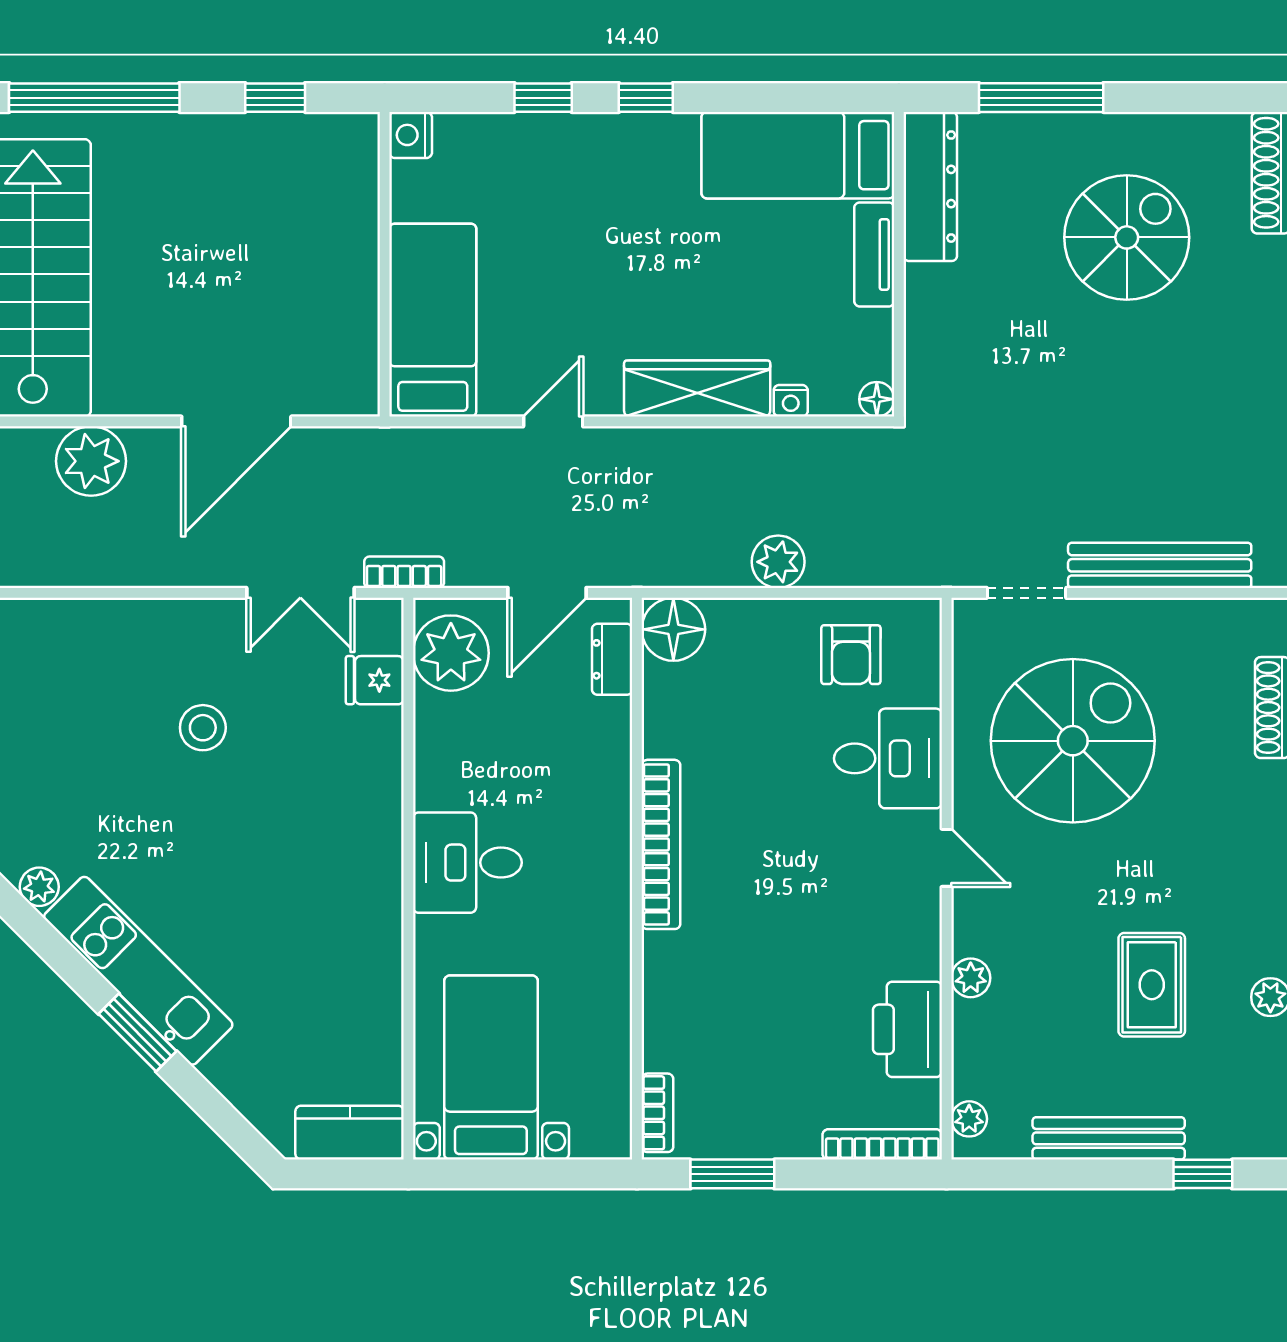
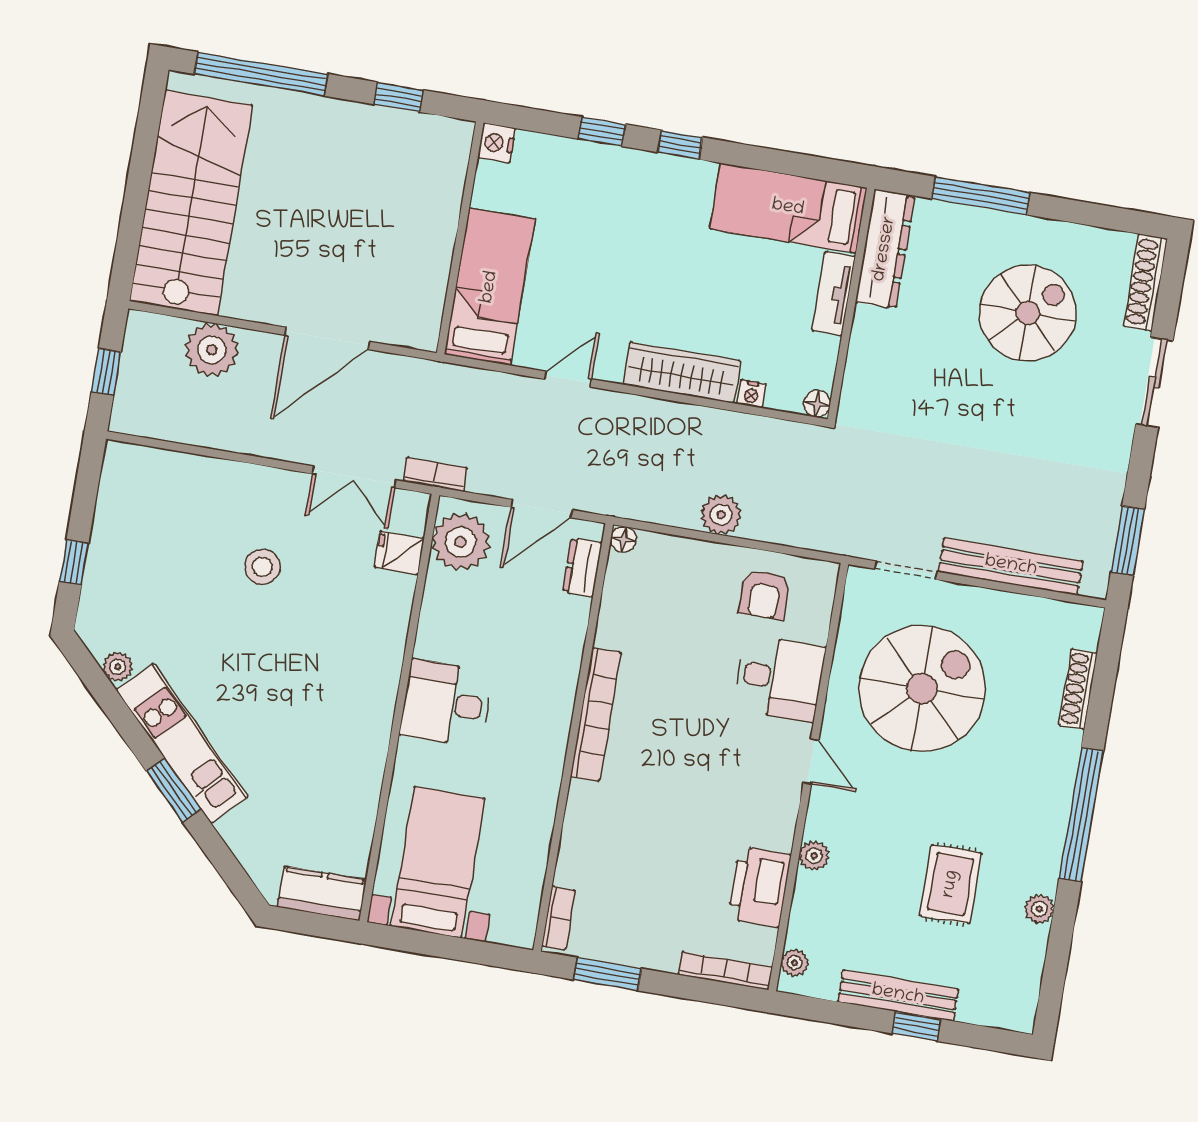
floor lamp: (673, 629) -> (623, 539), width x0.53, depth x0.53
window: (1203, 1174) -> (916, 1026), moved

